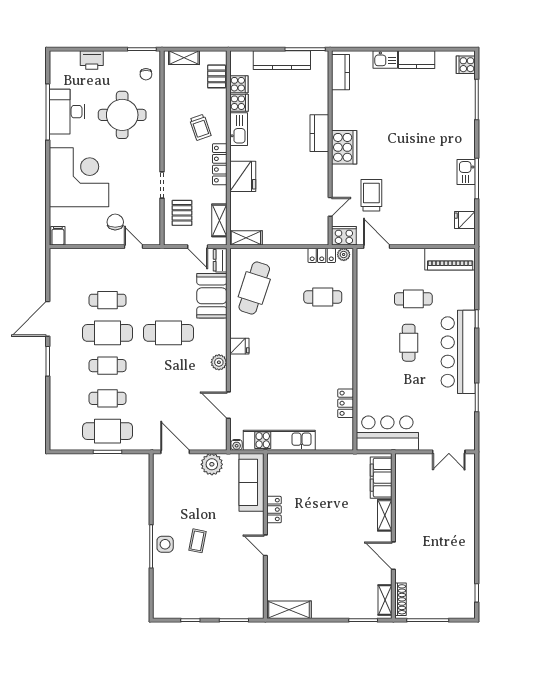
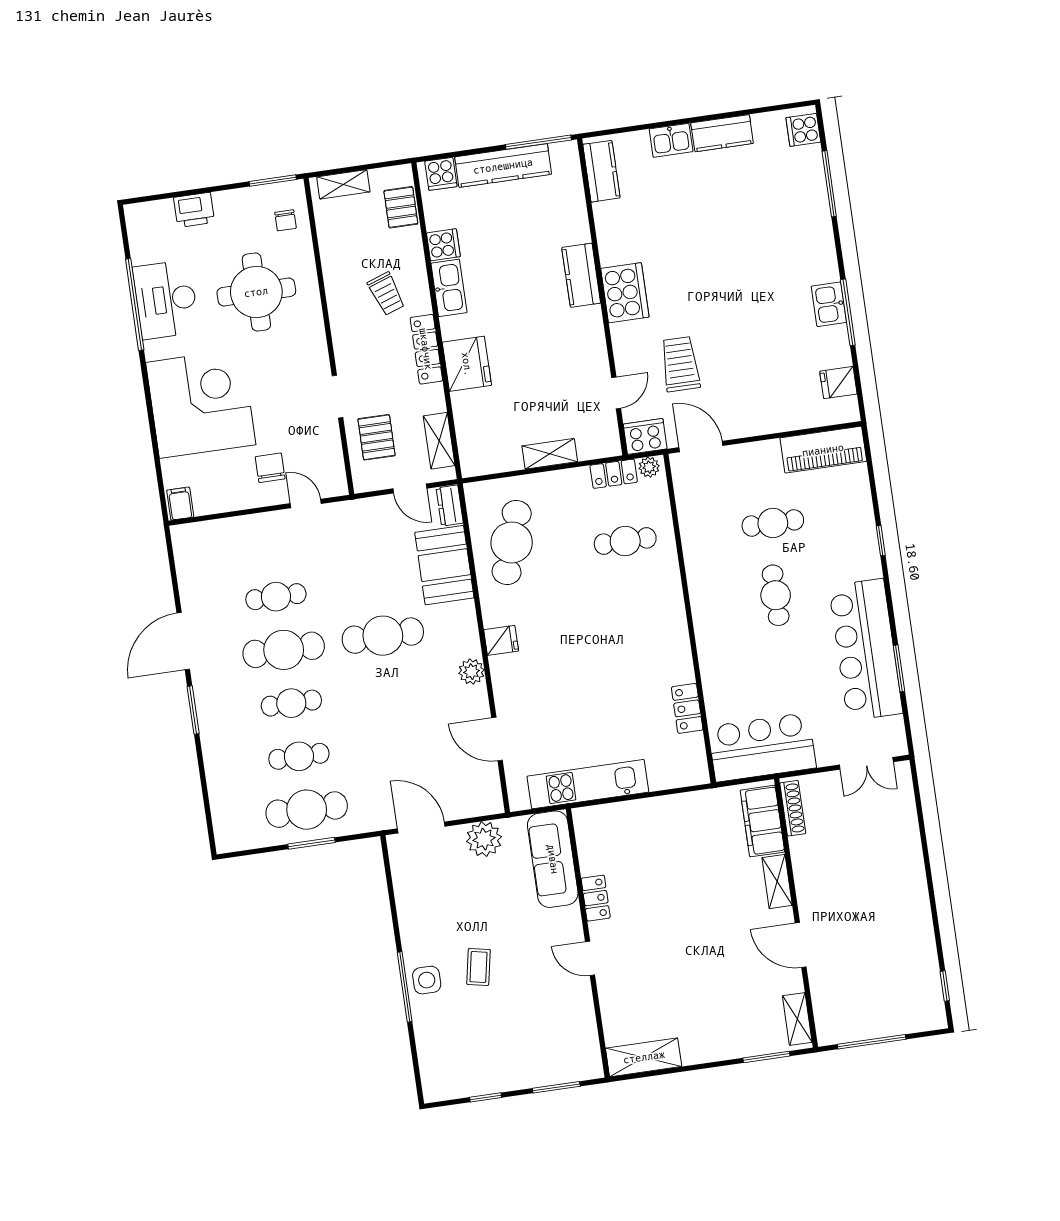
cooker: (239, 84) -> (441, 174), moved, turned 90
shelving: (246, 238) -> (550, 454), moved
bar counter: (458, 352) -> (866, 650), moved
water cooler: (237, 445) -> (520, 802), removed
shoe rack: (401, 599) -> (793, 808), moved

